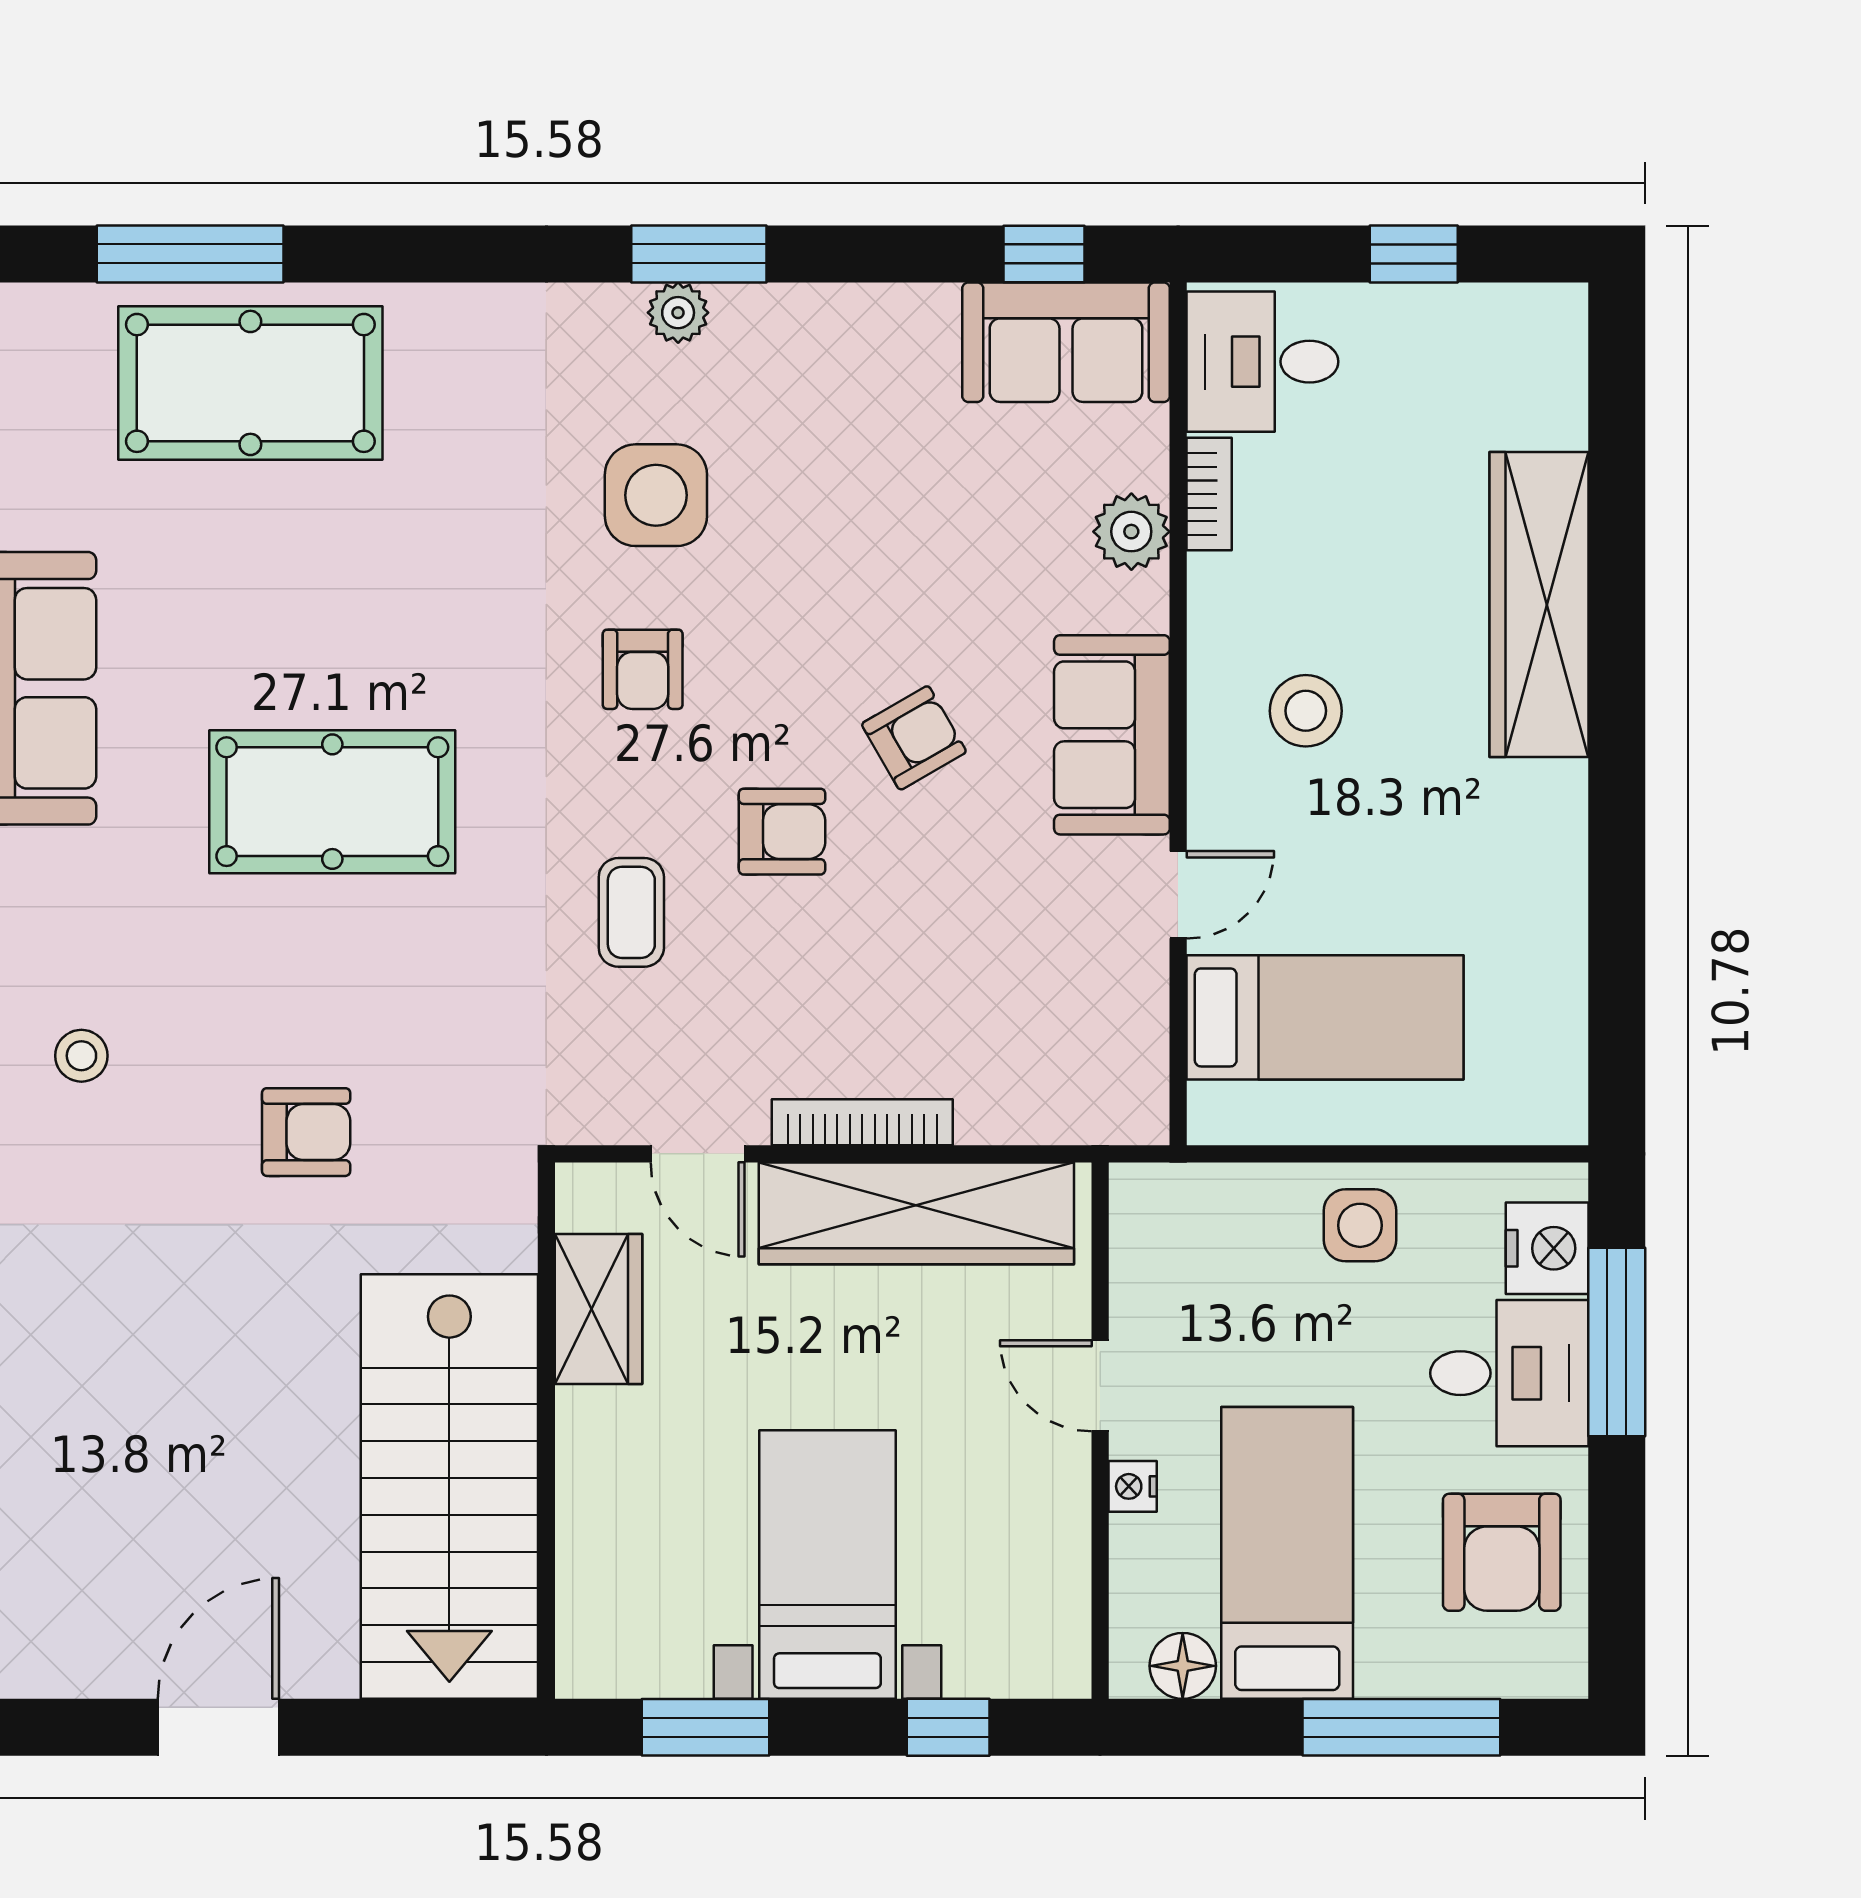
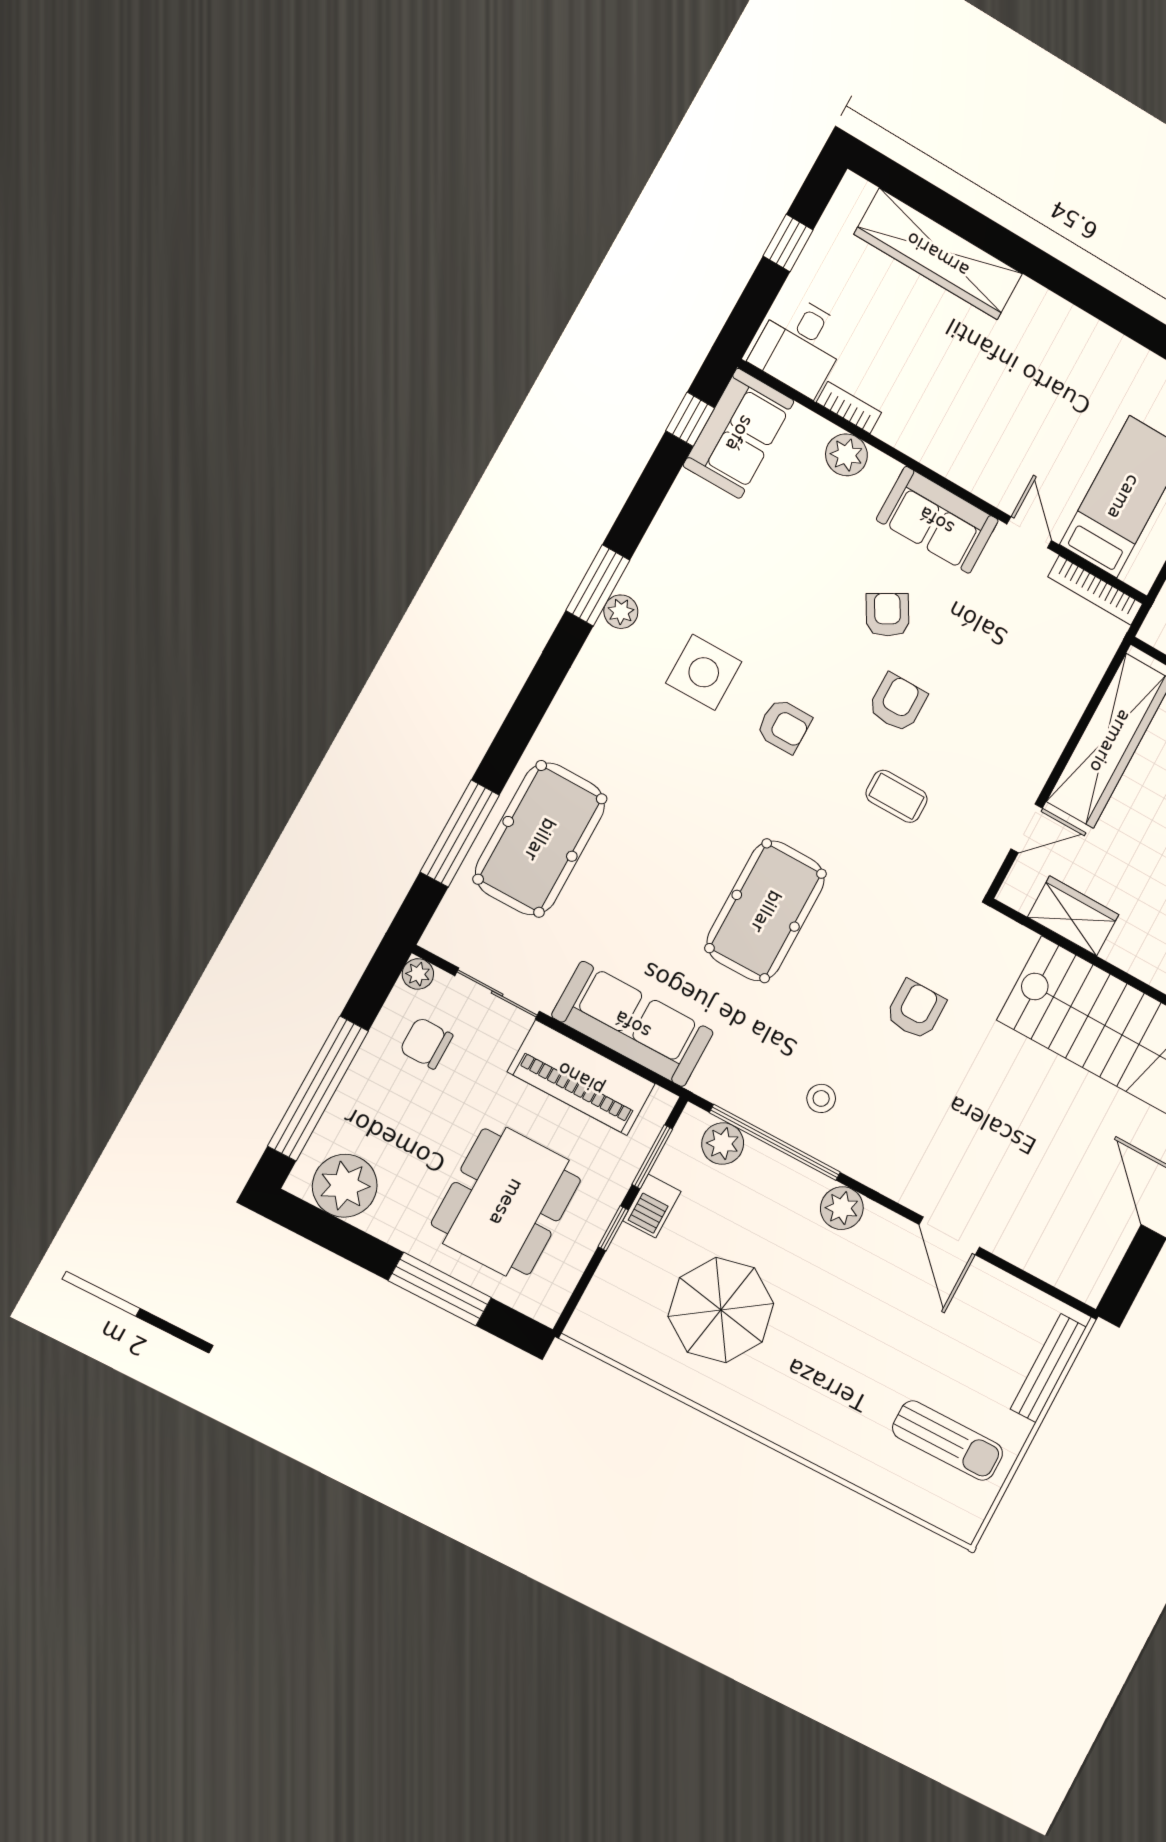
wardrobe: (1539, 605) -> (938, 254), moved
stool: (1306, 711) -> (976, 422), removed
bookcase: (862, 1122) -> (1095, 590), moved, turned -90

